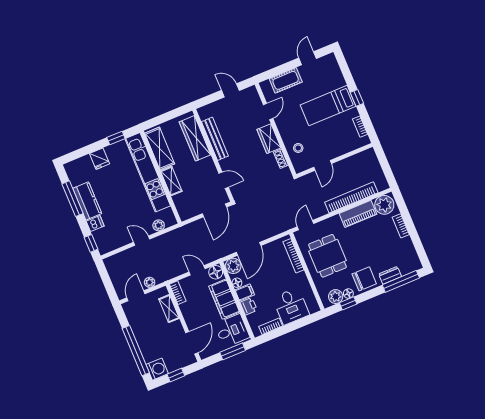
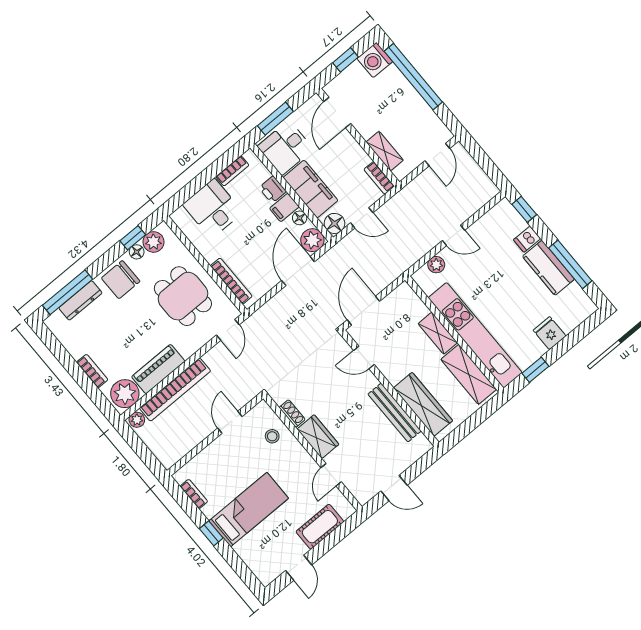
dresser: (390, 275) -> (80, 300), width x1.44
plant: (150, 282) -> (137, 420), moved

